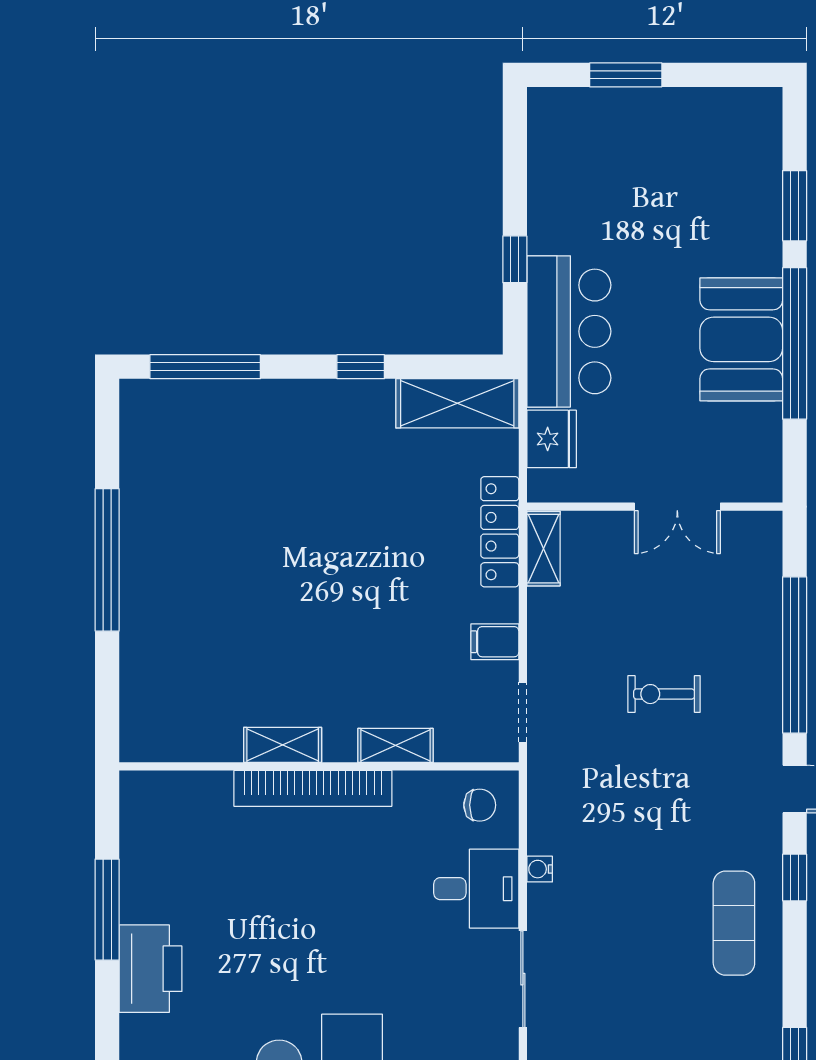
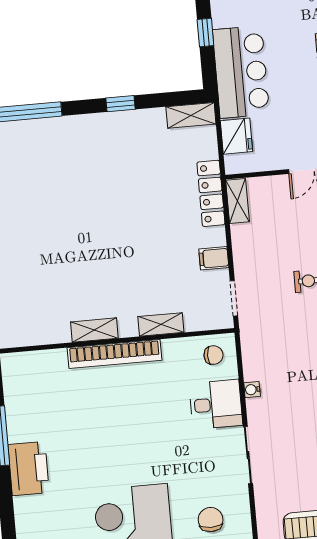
shelving: (457, 403) -> (191, 115), width x0.67, depth x0.75

